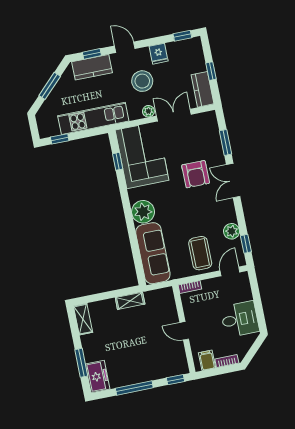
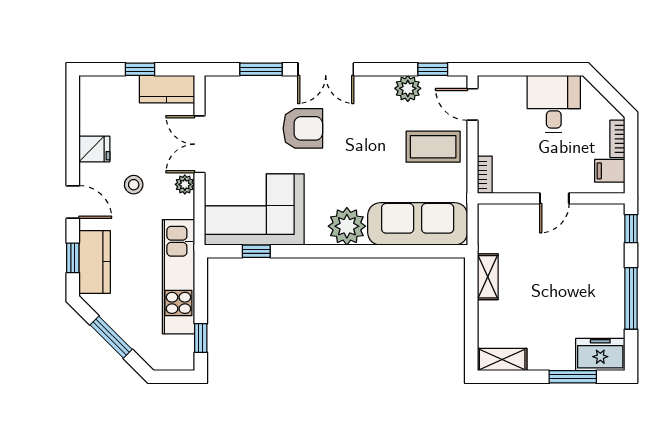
window: (182, 36) -> (73, 104), removed
door: (125, 47) -> (73, 202), swing flipped
stool: (142, 81) -> (134, 185), width x0.53, depth x0.53

